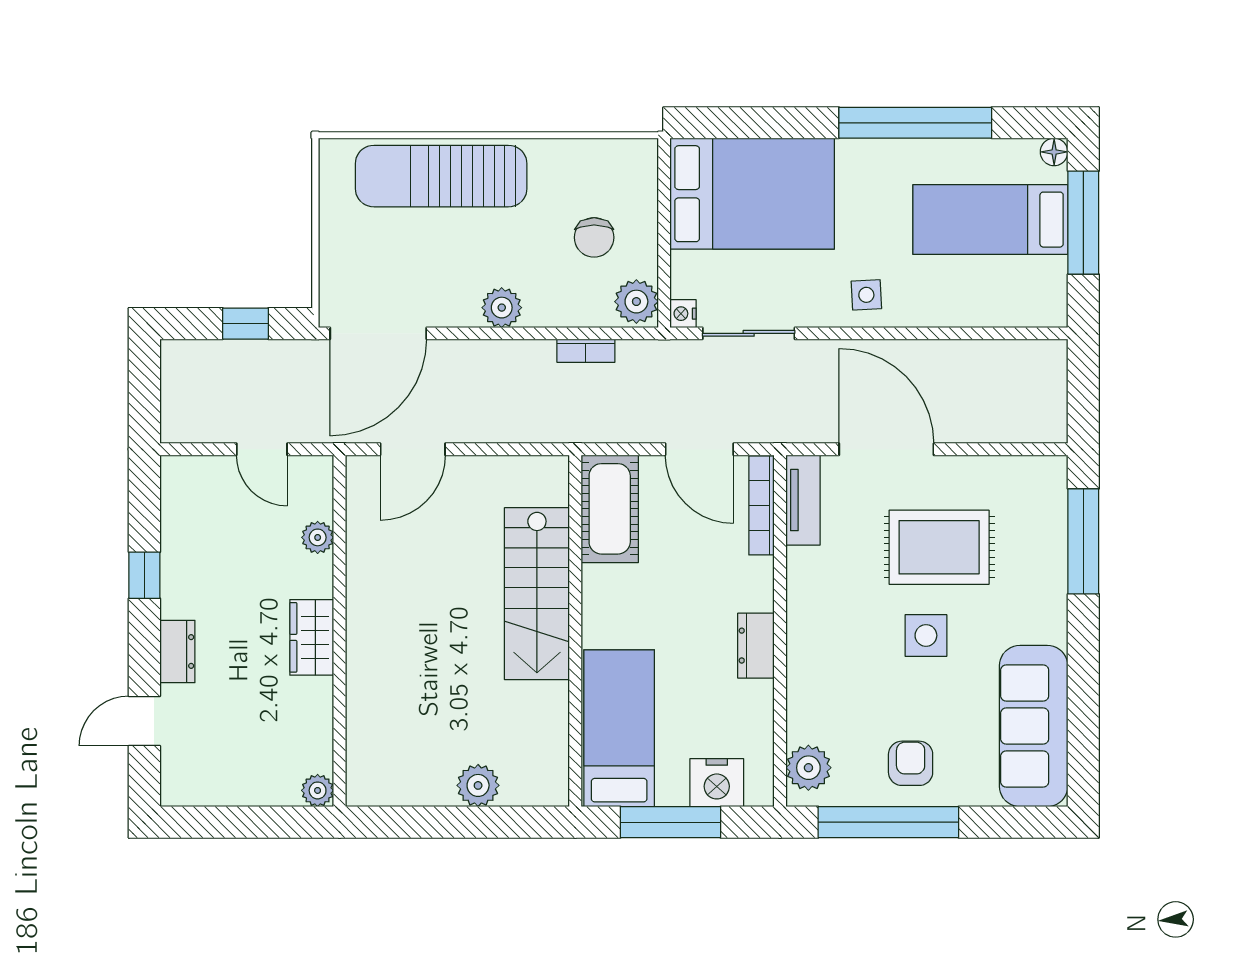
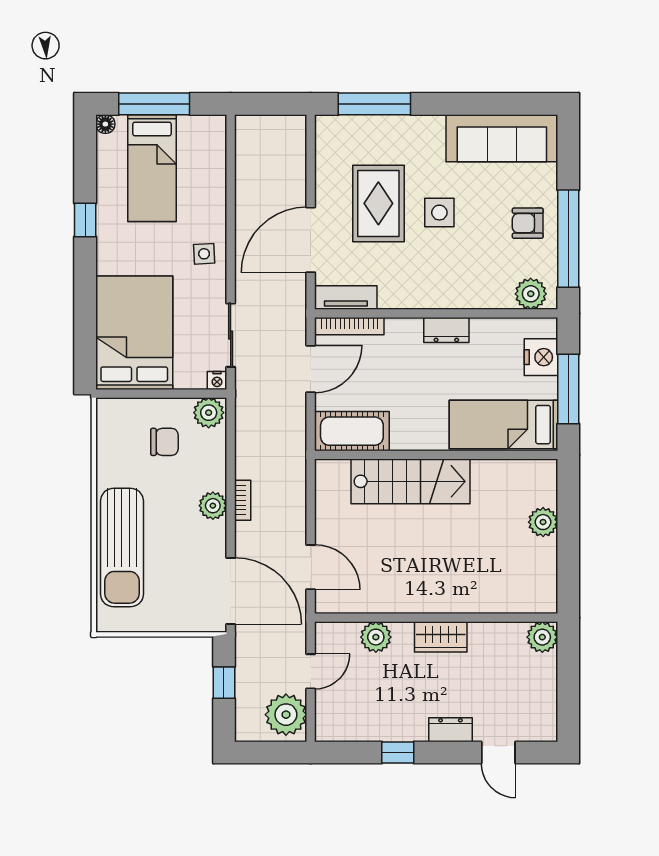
window: (915, 123) -> (85, 220), width x0.32
bookcase: (586, 351) -> (243, 500), moved
plant: (199, 413) -> (286, 715), added
plant: (318, 537) -> (376, 637), width x1.38, depth x1.38
plant: (318, 790) -> (542, 637), width x1.38, depth x1.38

